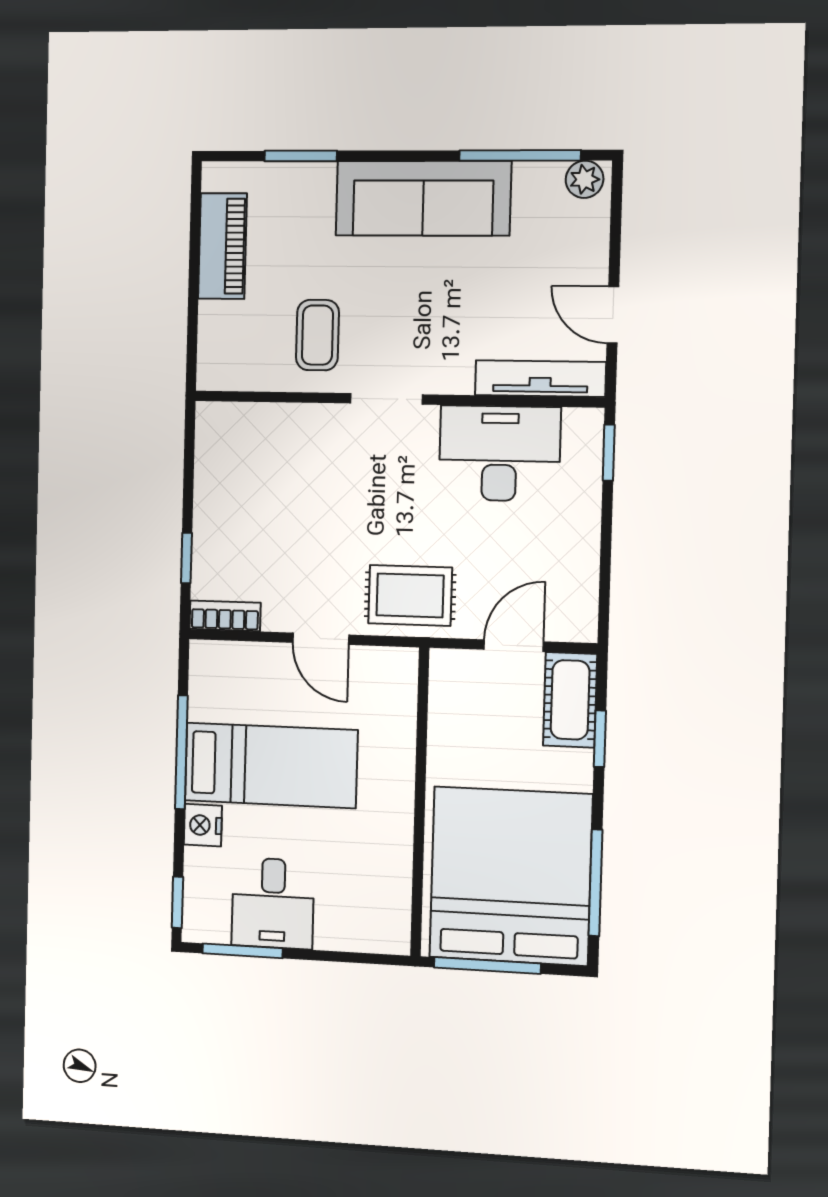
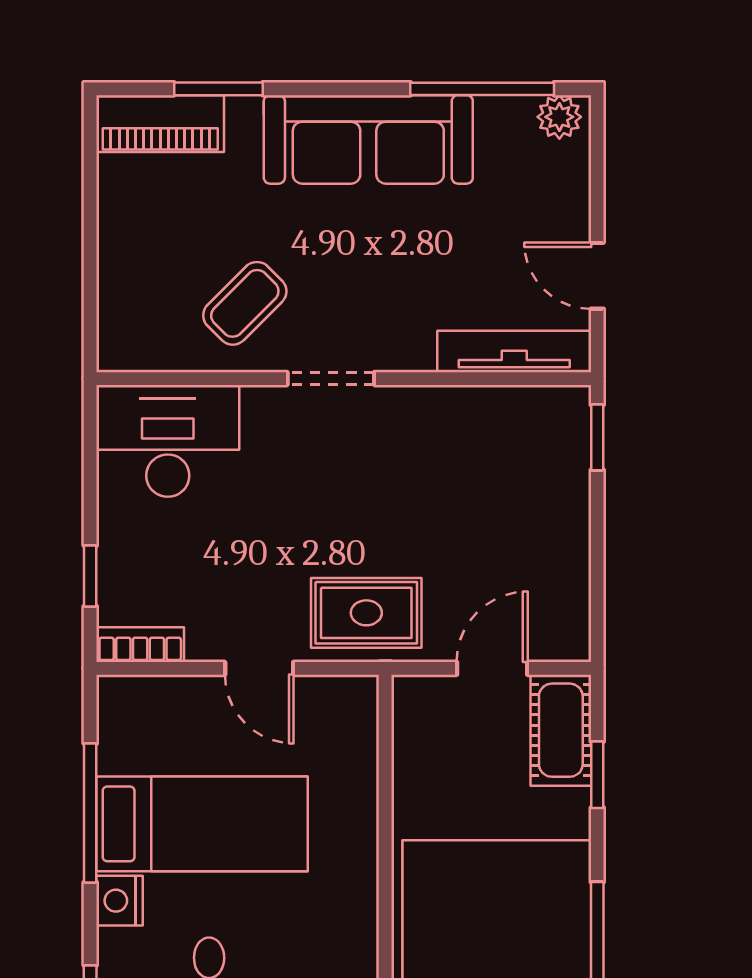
piano: (222, 246) -> (160, 124), moved, turned 90
coffee table: (317, 335) -> (245, 303), turned 45
desk: (499, 453) -> (168, 441), moved

